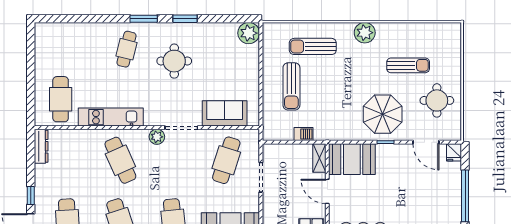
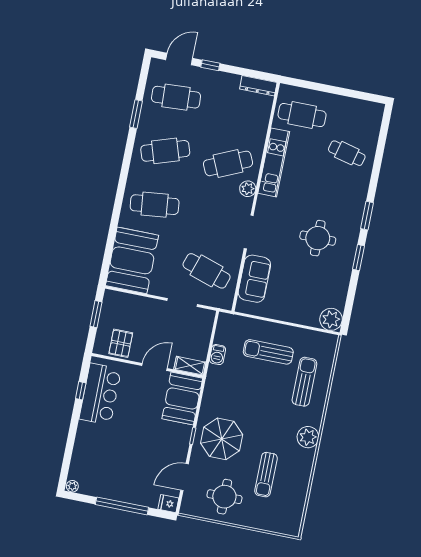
cafe table: (127, 49) -> (347, 153), moved
plant: (157, 137) -> (248, 189), moved

